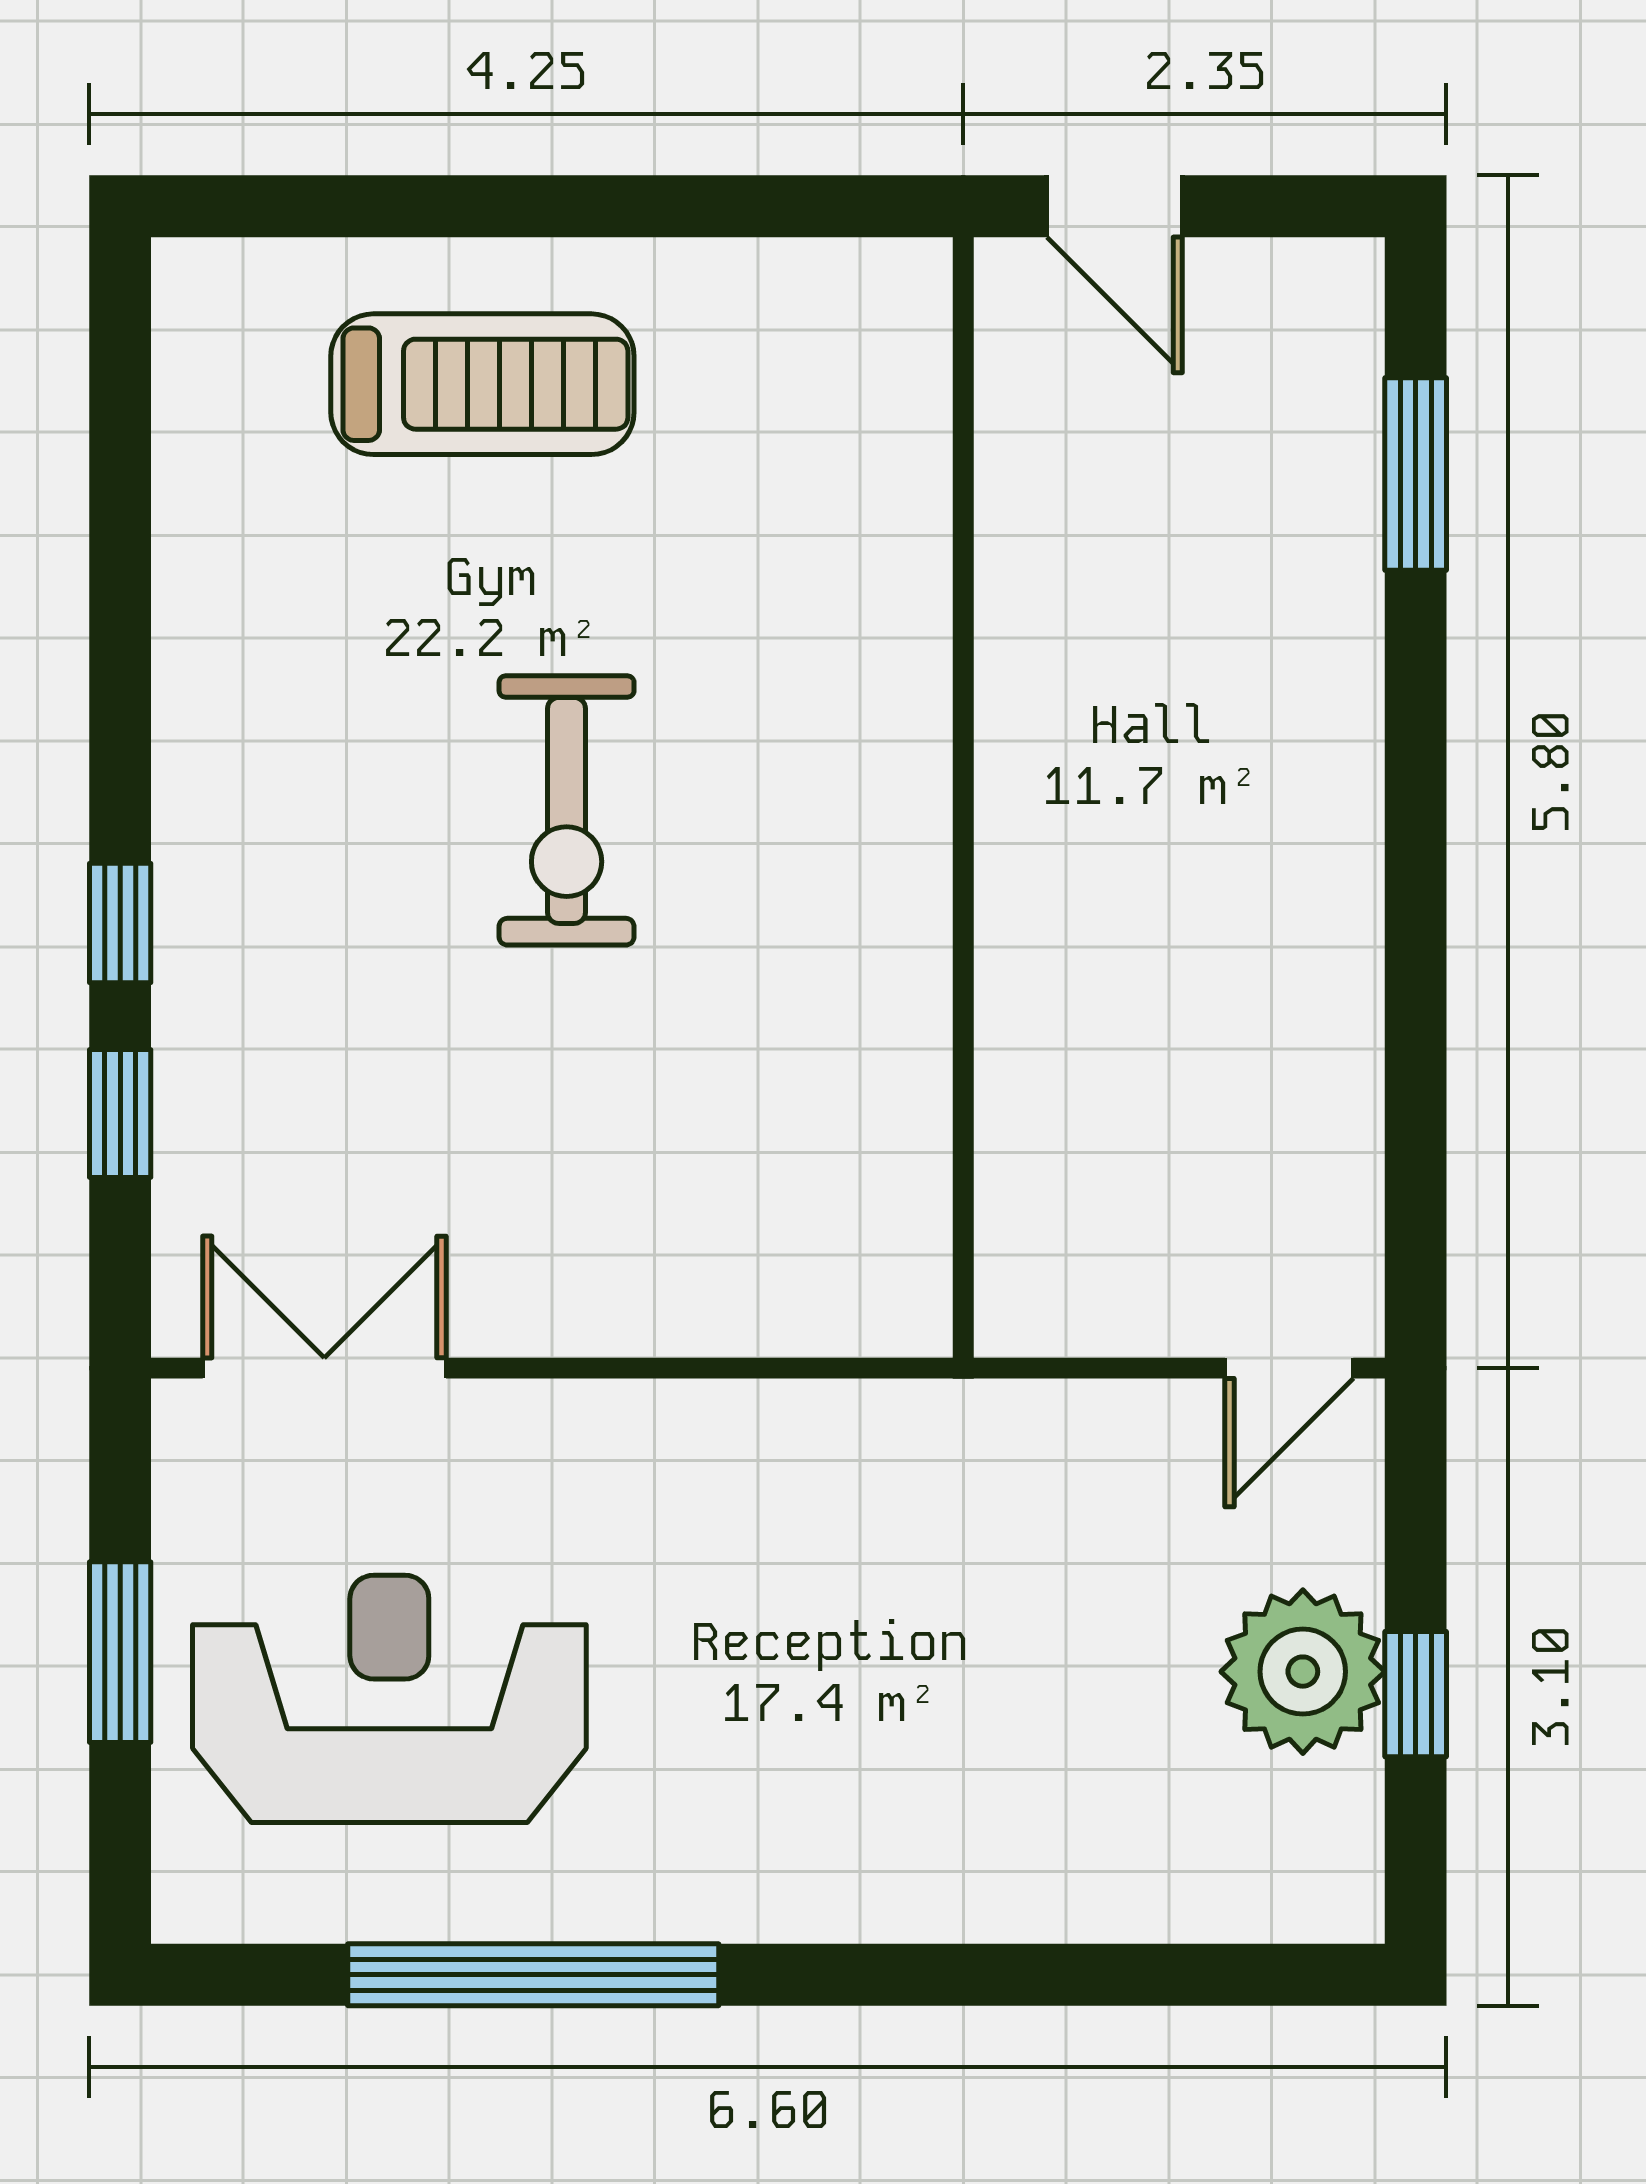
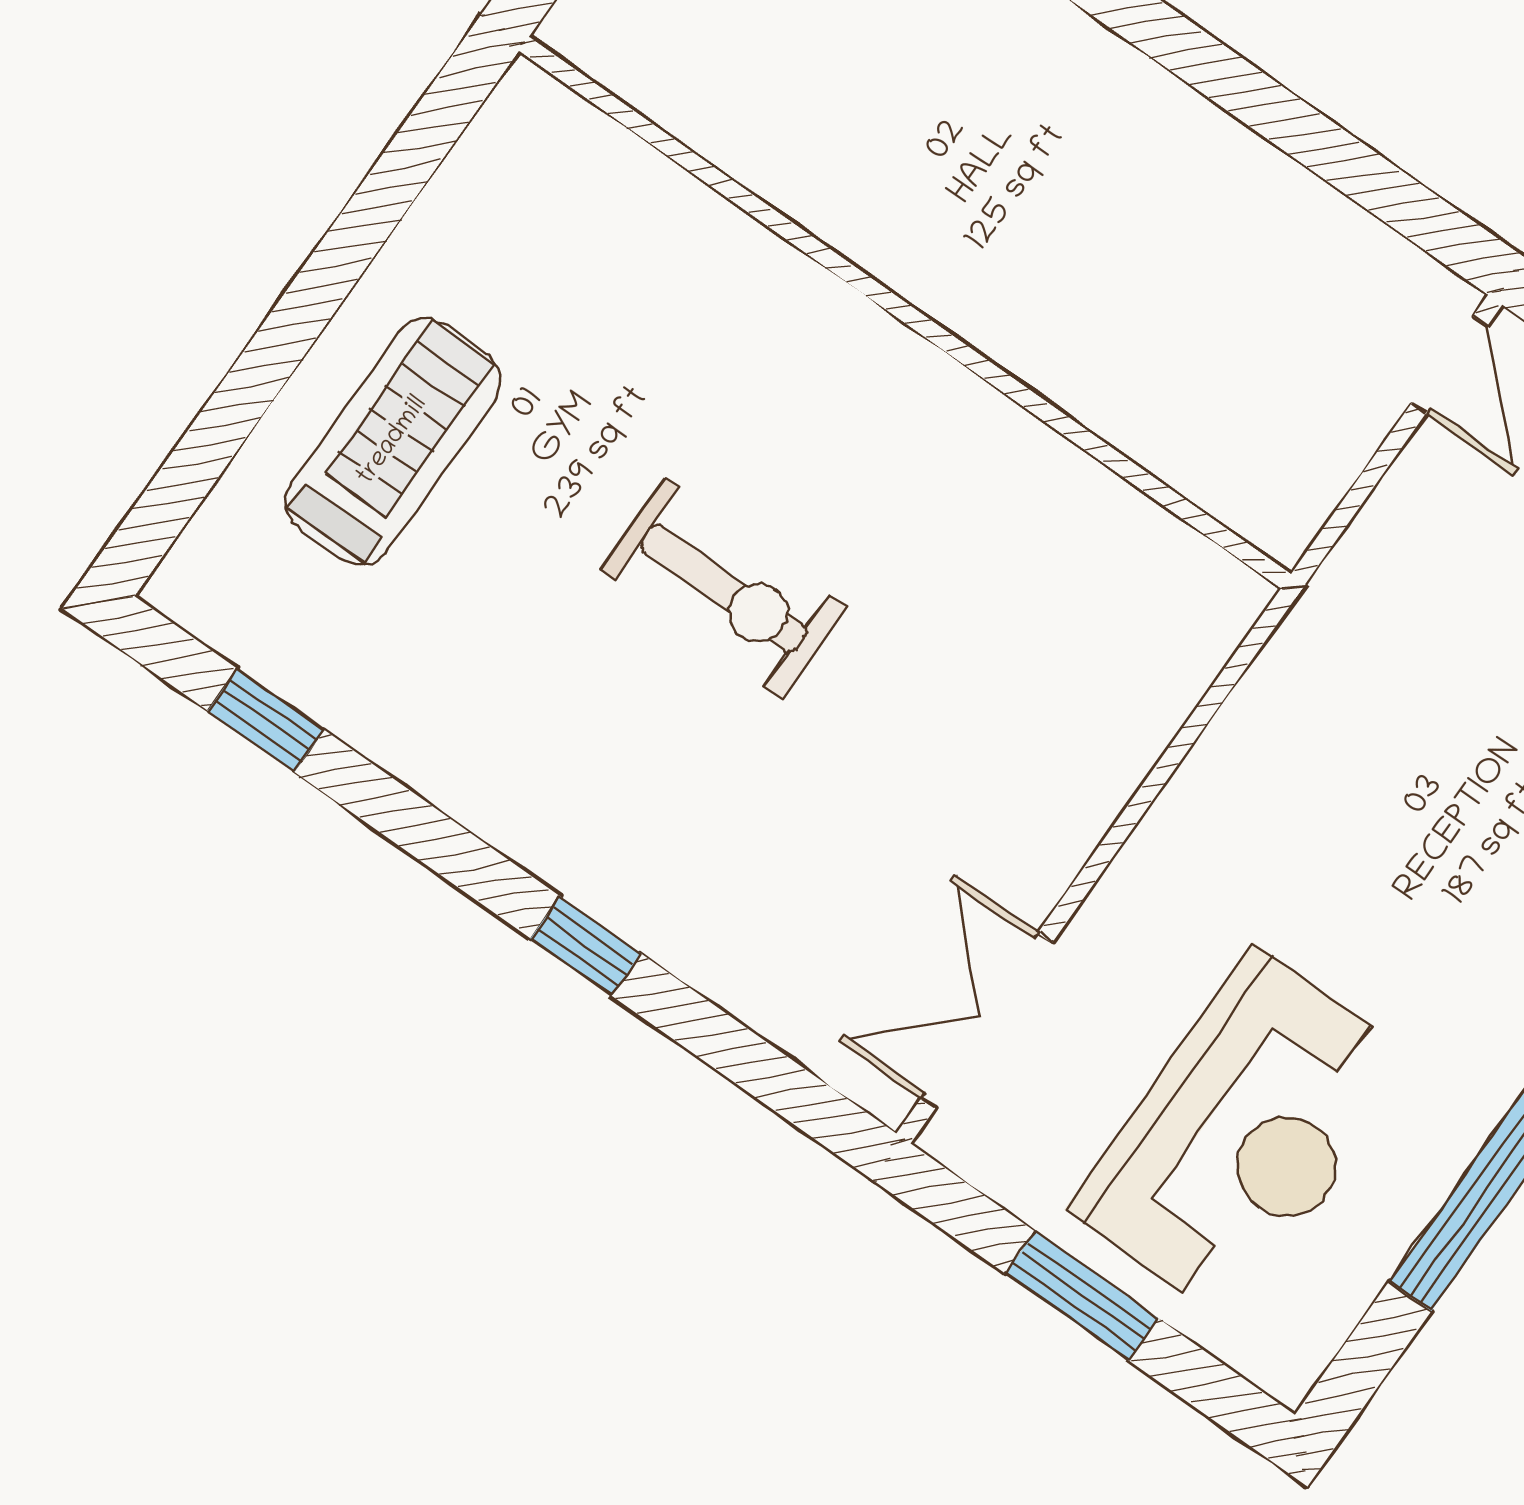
window: (120, 1113) -> (266, 720), moved
reception desk: (389, 1699) -> (1243, 1135), turned 180

